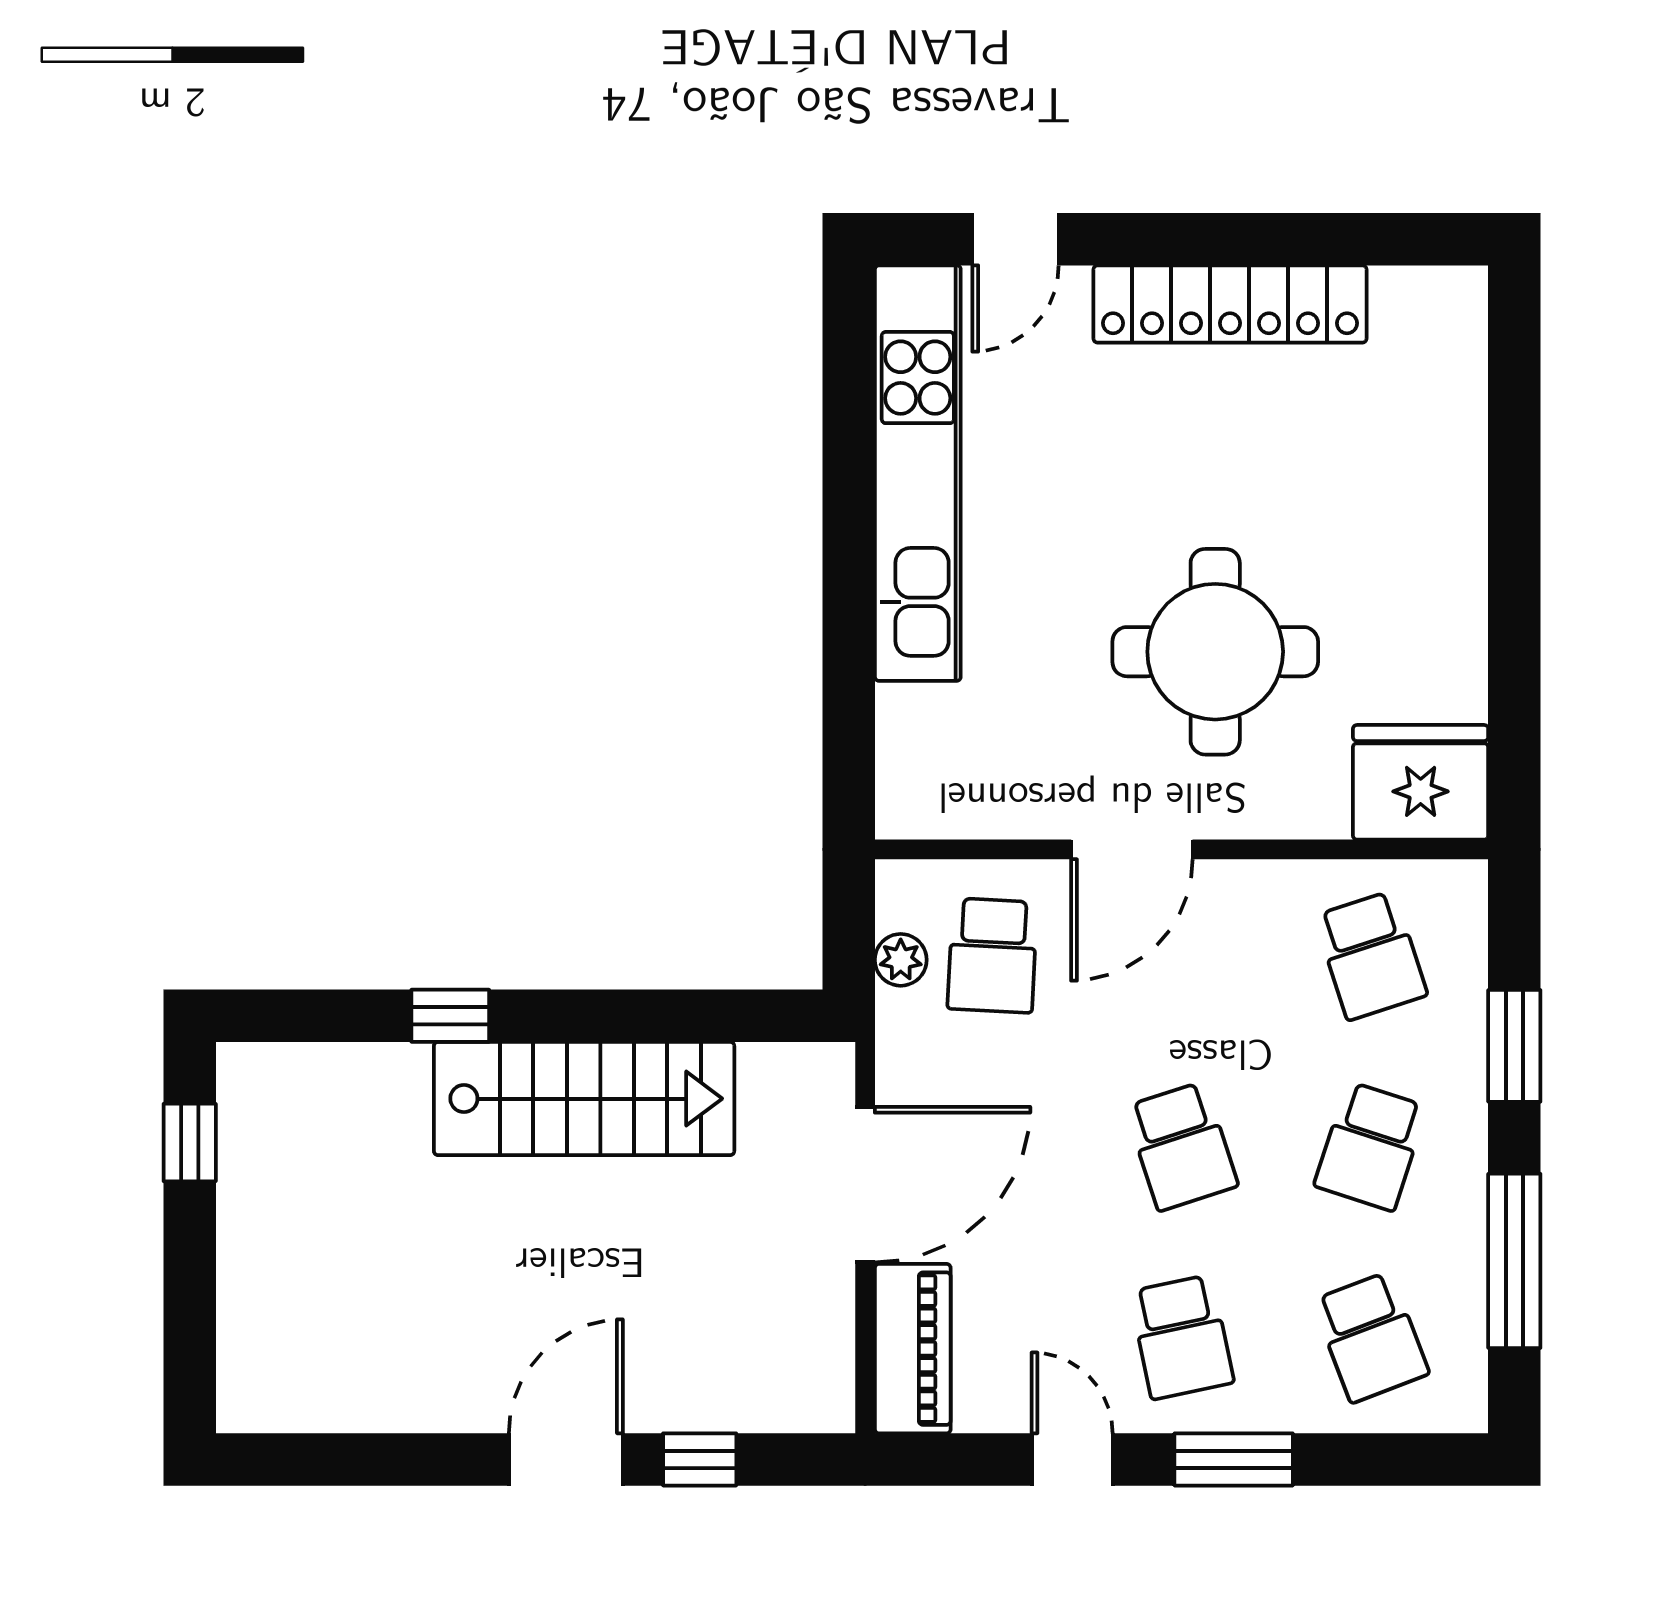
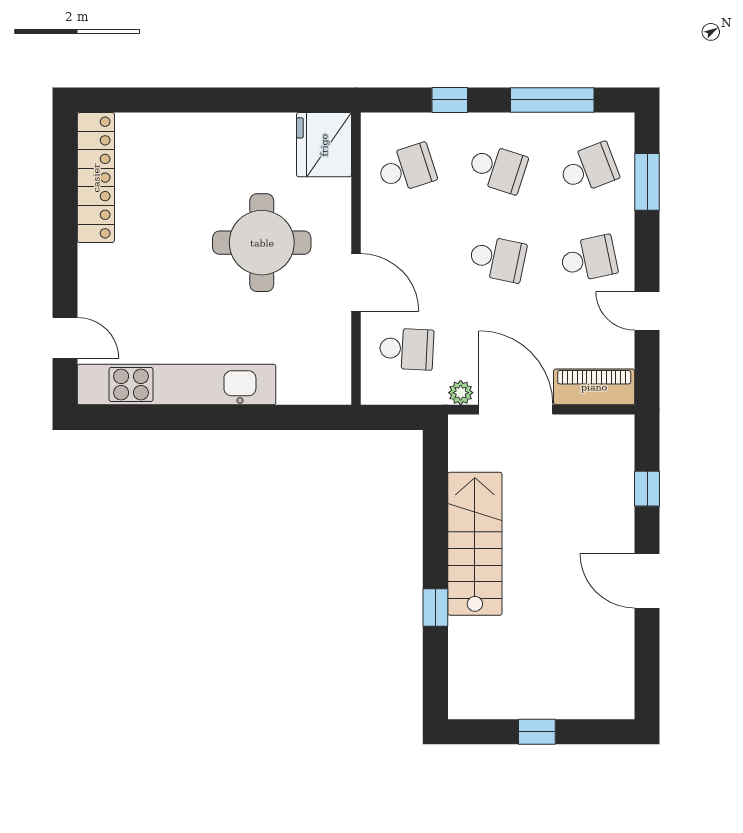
locker: (1230, 304) -> (96, 178), moved
plant: (901, 960) -> (461, 393), moved
window: (1514, 1046) -> (450, 100), width x0.67
window: (190, 1143) -> (537, 732), moved
school desk: (1182, 1146) -> (498, 259), turned 30
door: (566, 1459) -> (647, 581), moved
door: (1072, 1459) -> (647, 311), hinge flipped
window: (1234, 1459) -> (647, 182), moved

